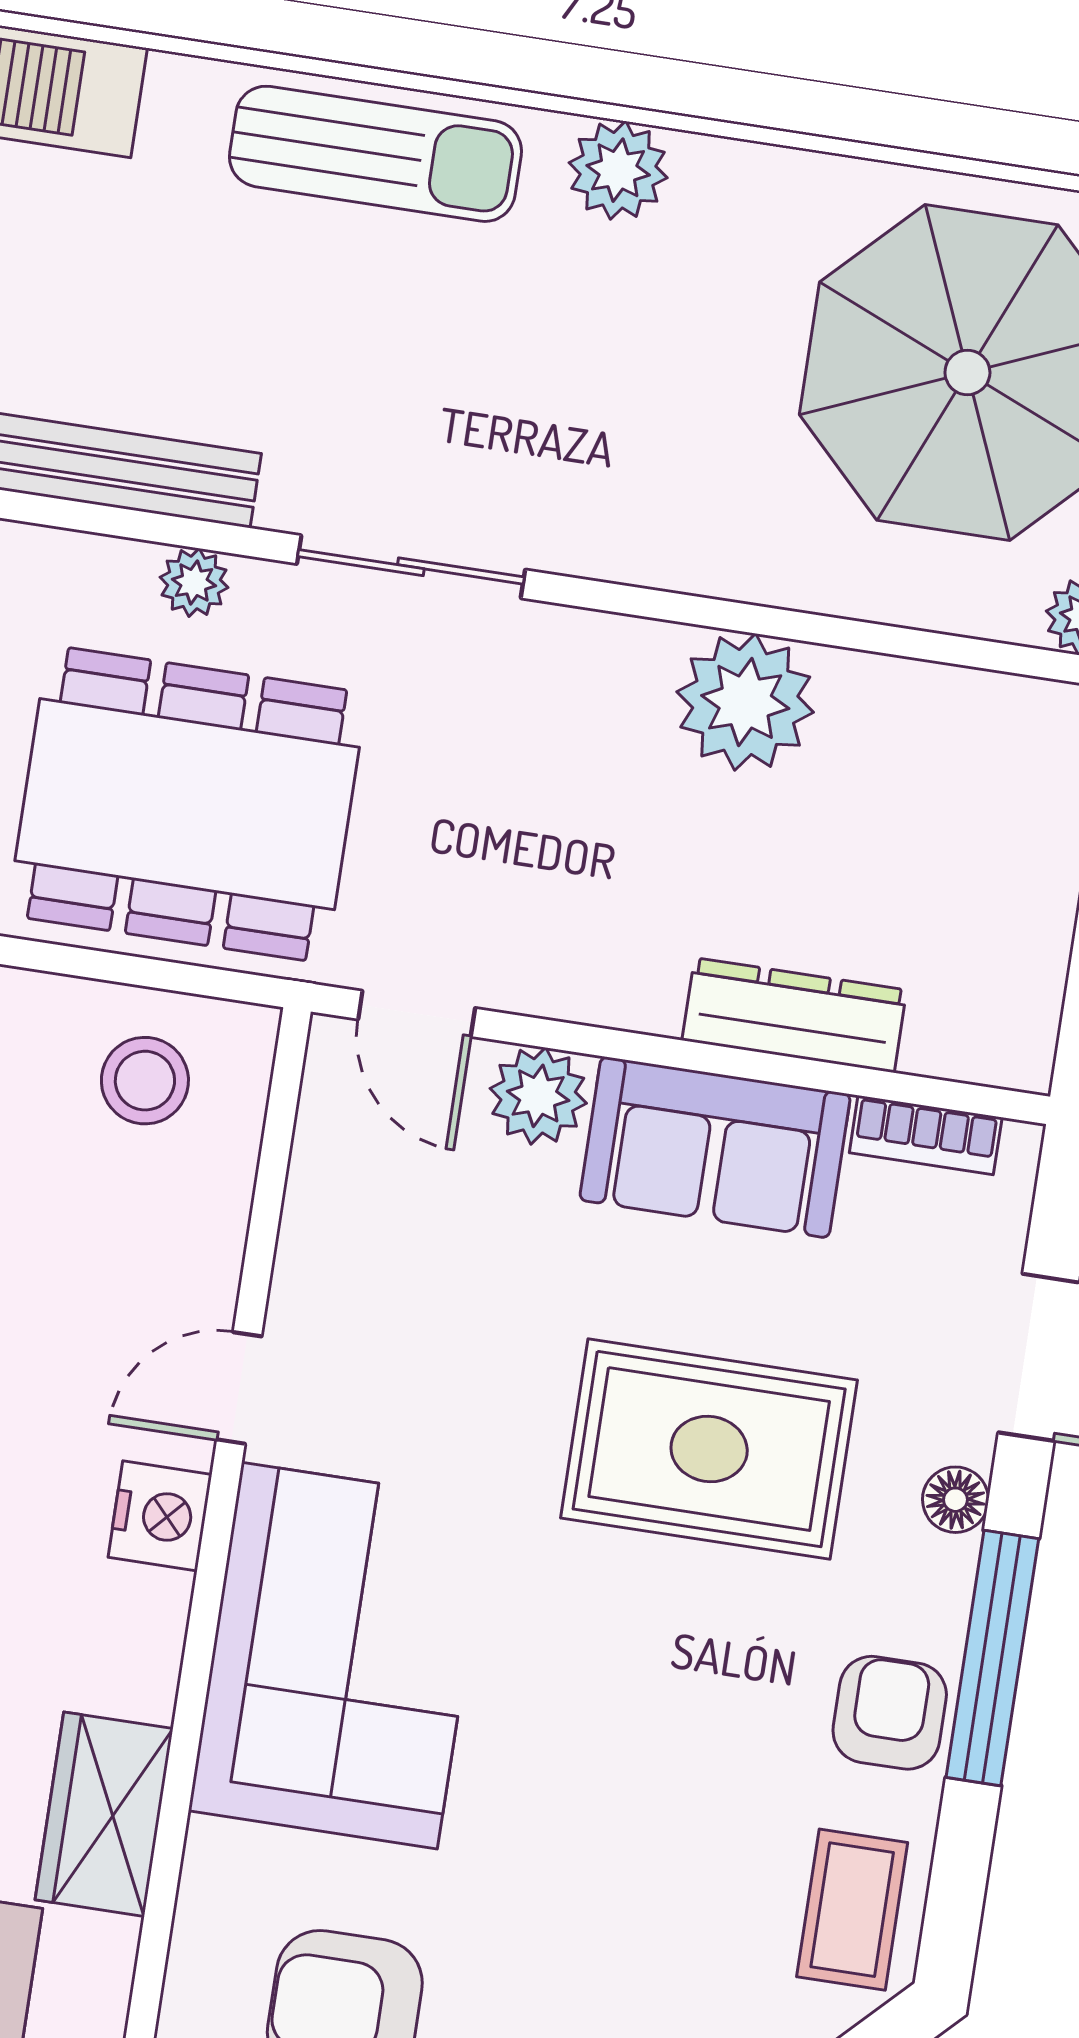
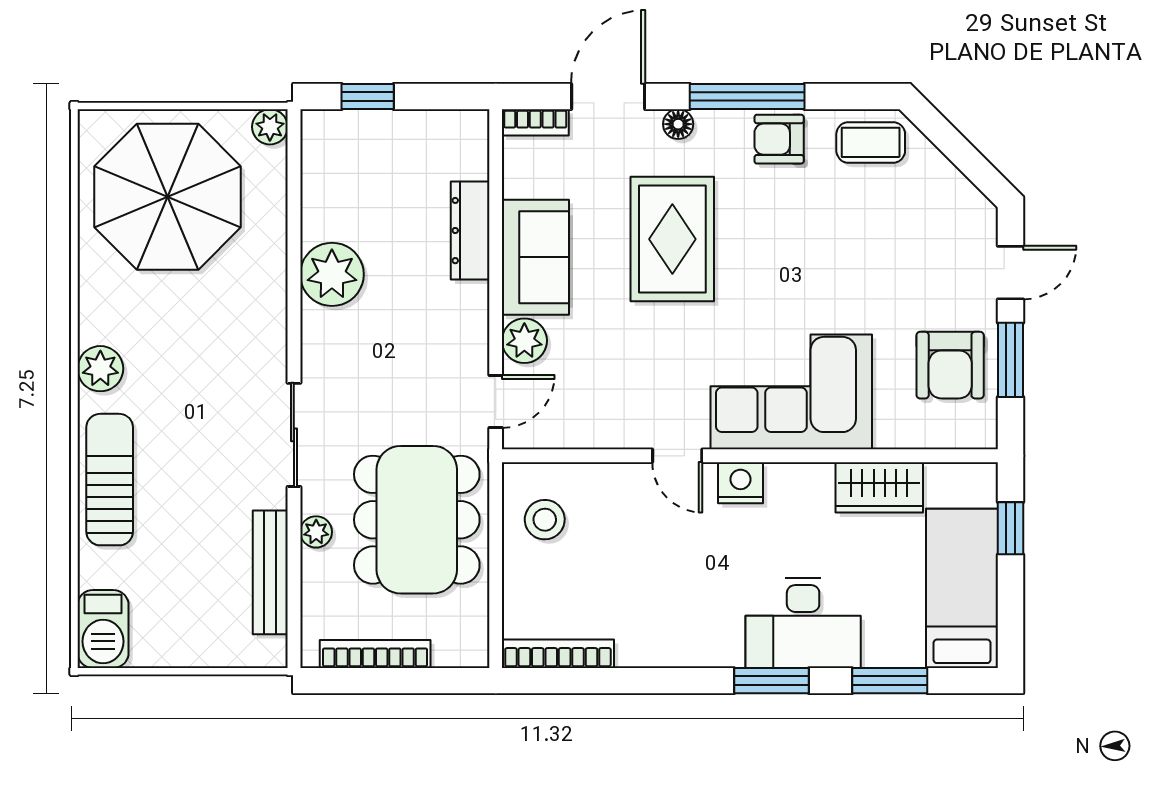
bookcase: (926, 1135) -> (535, 122), moved, turned 90

